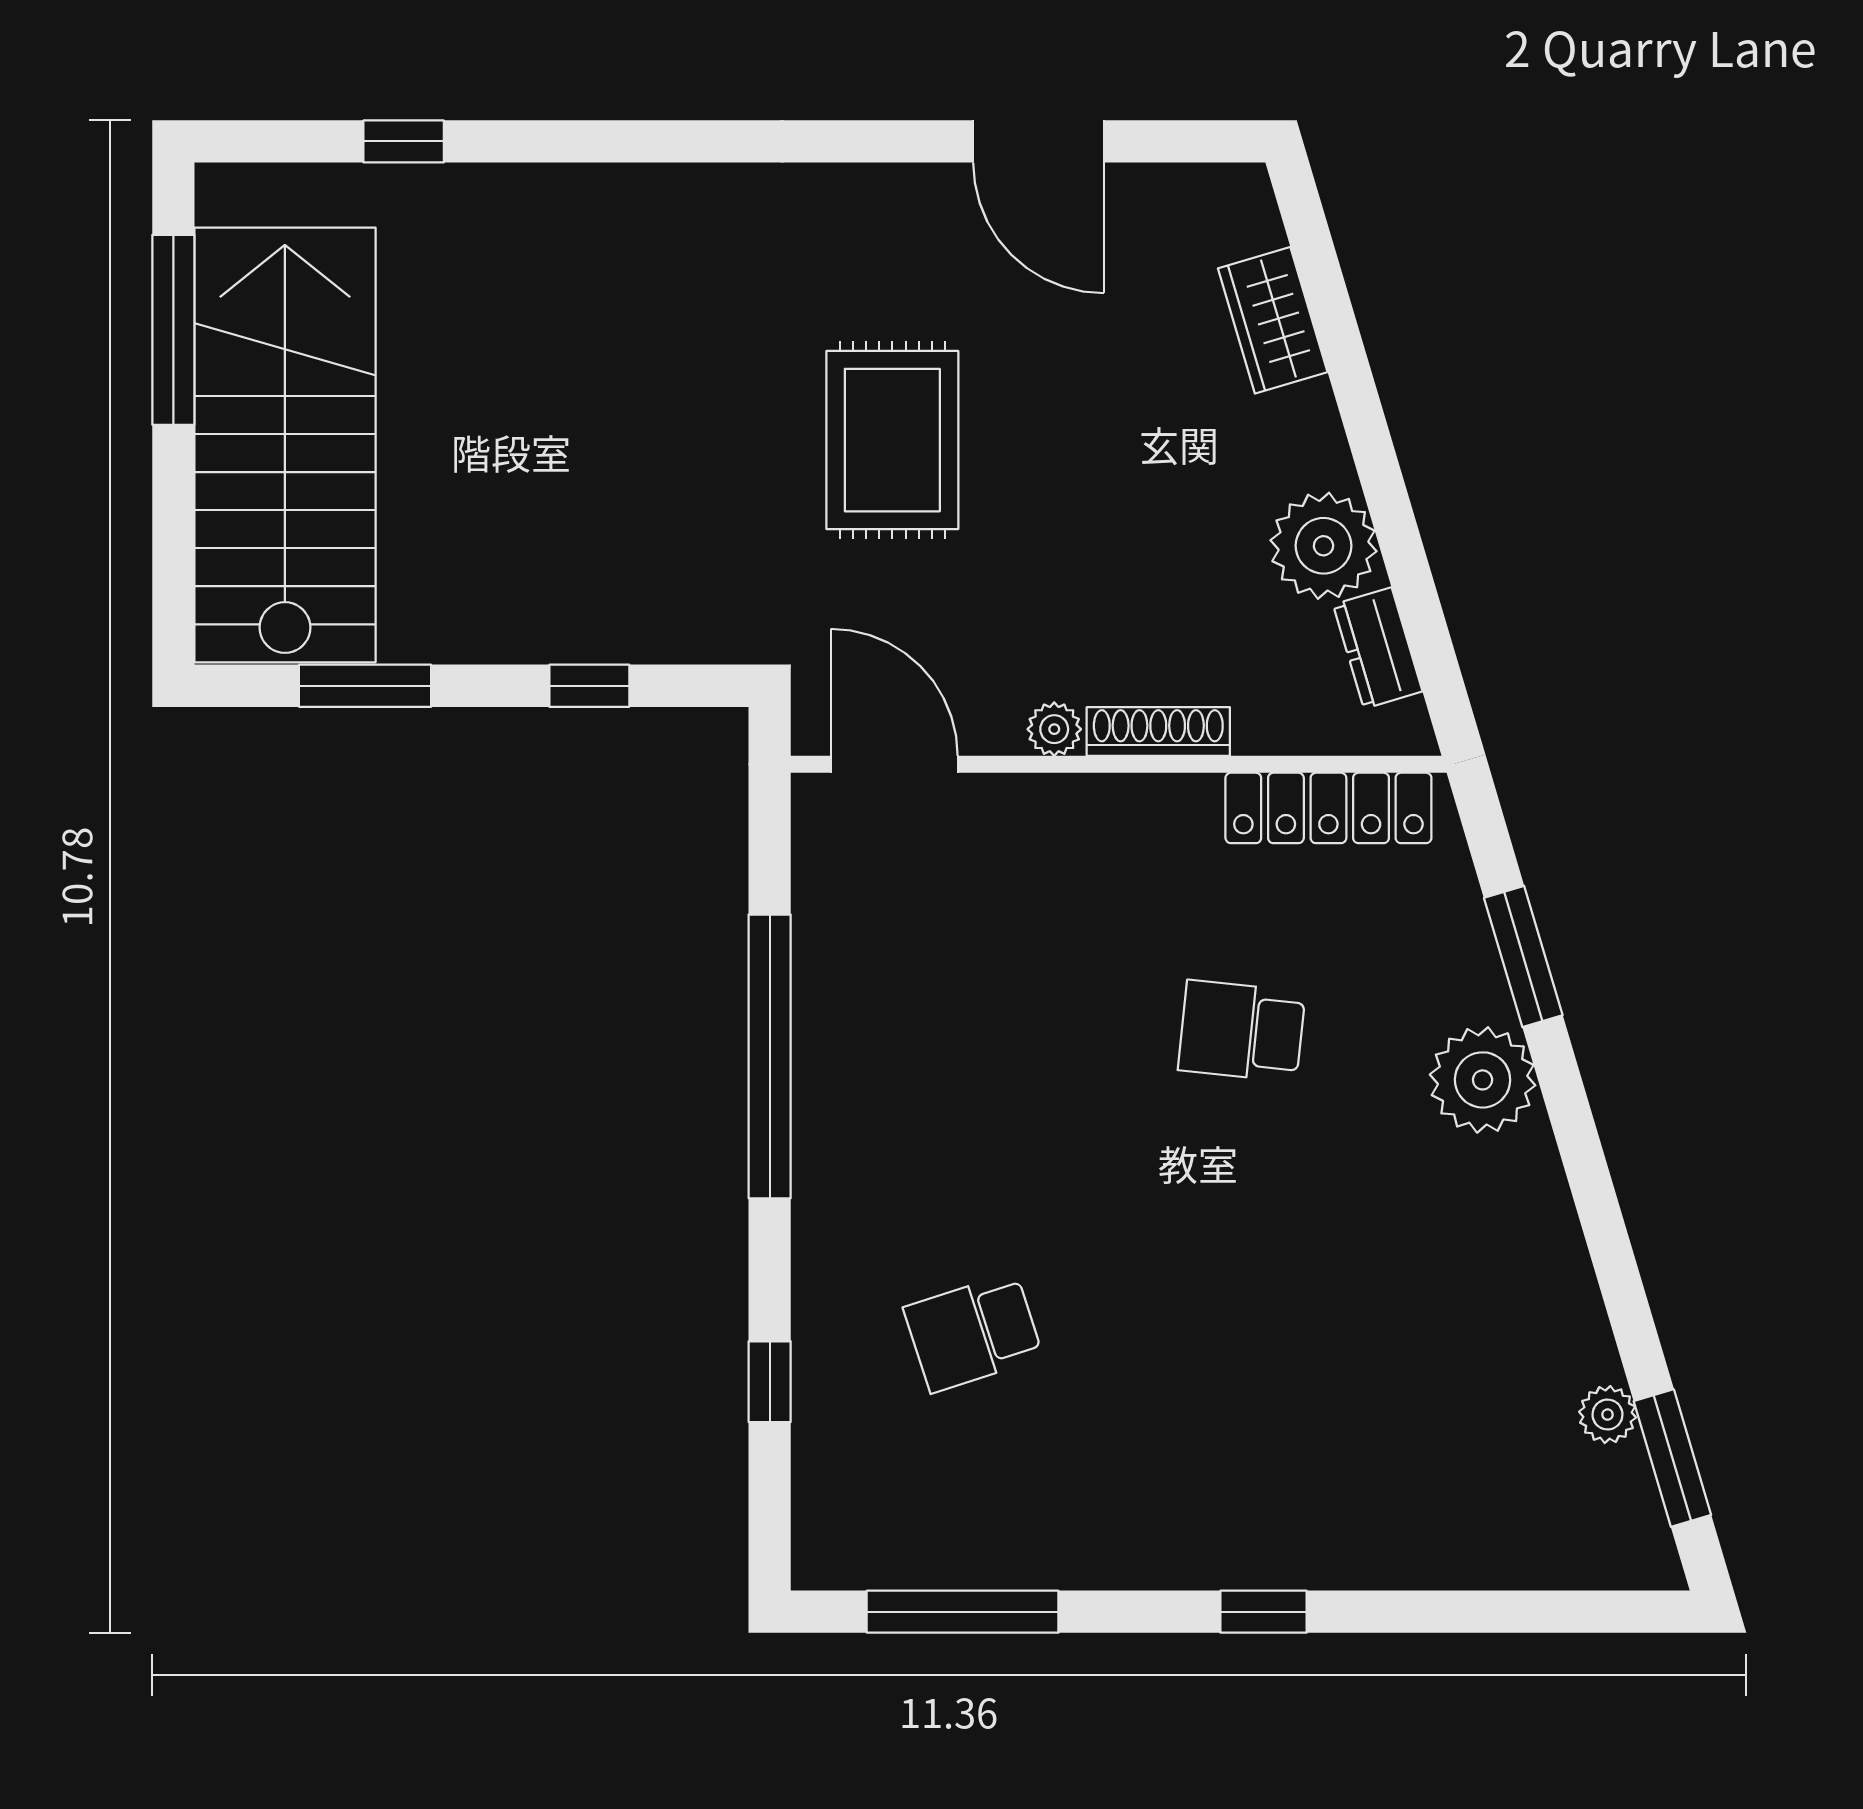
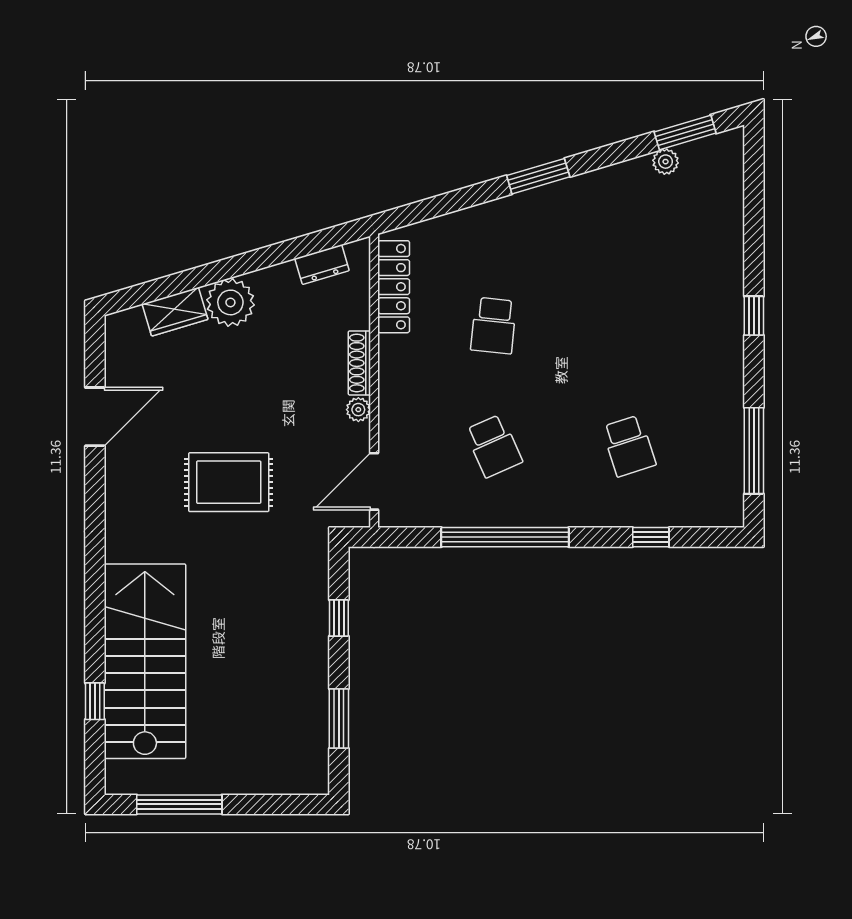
stairs: (285, 445) -> (145, 661), moved, turned 90
plant: (1323, 546) -> (230, 302), moved
window: (1523, 957) -> (538, 176), moved
school desk: (973, 1031) -> (494, 446), added
plant: (1483, 1080) -> (516, 218), removed

